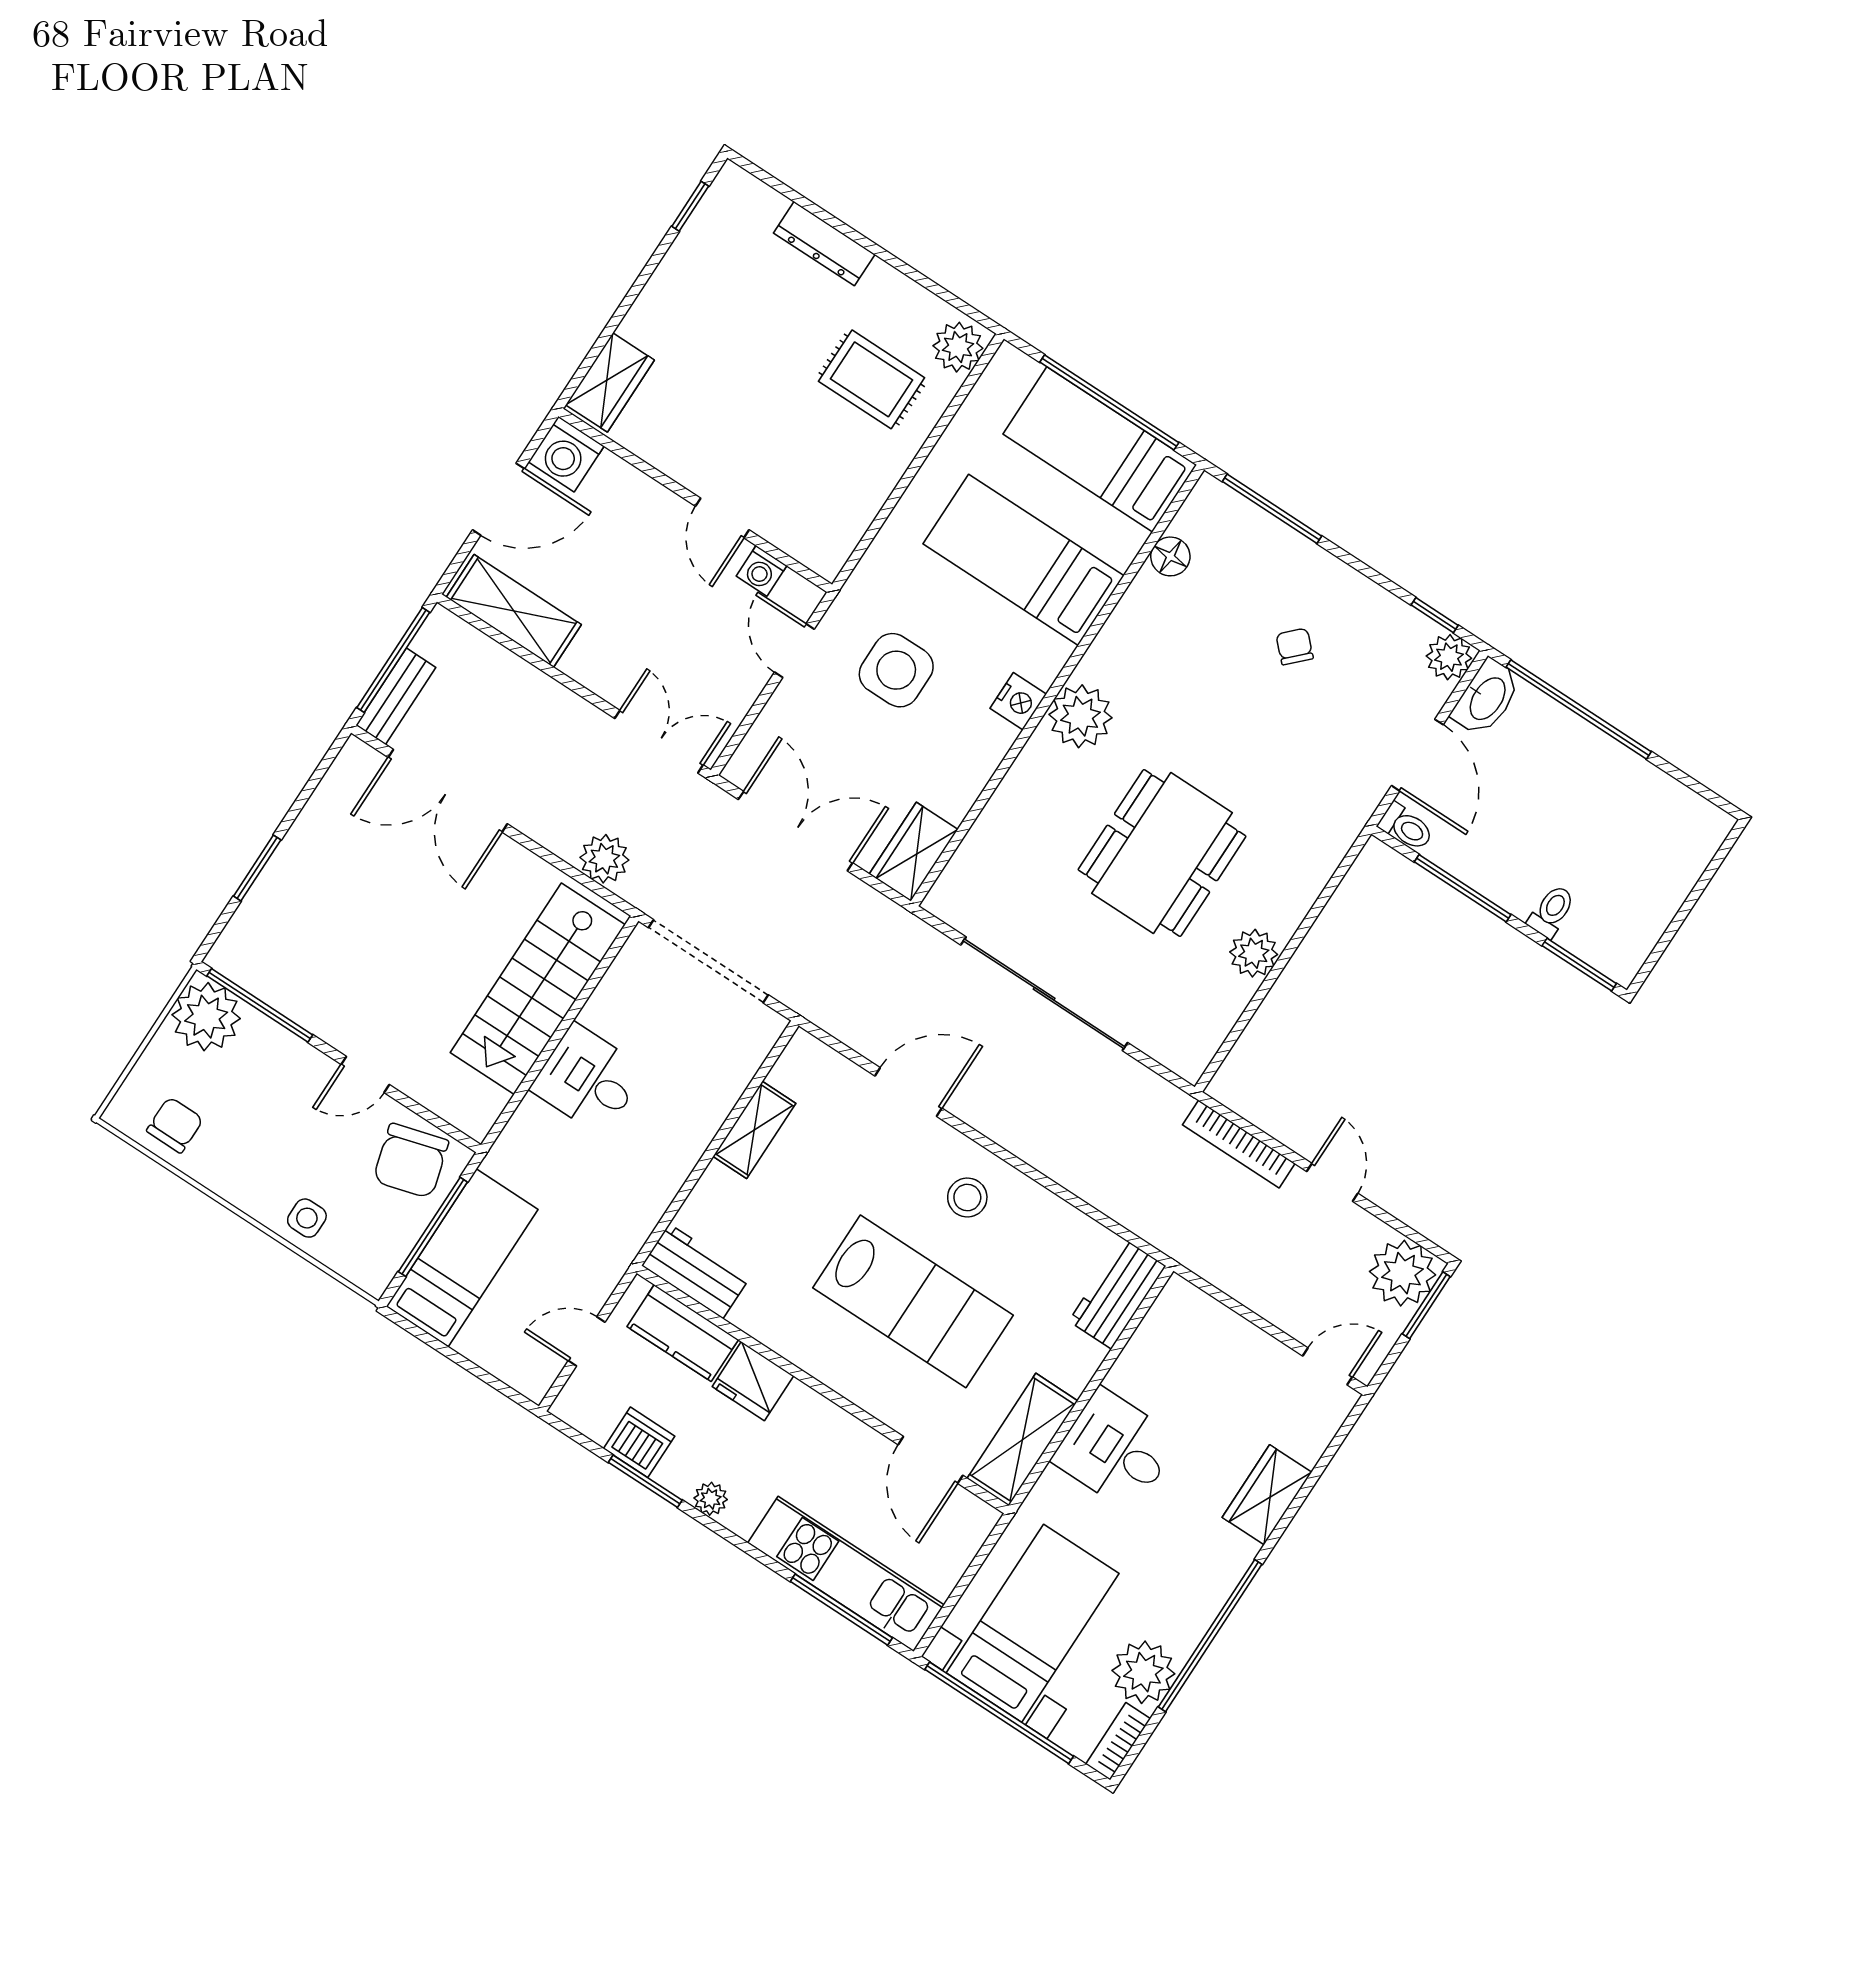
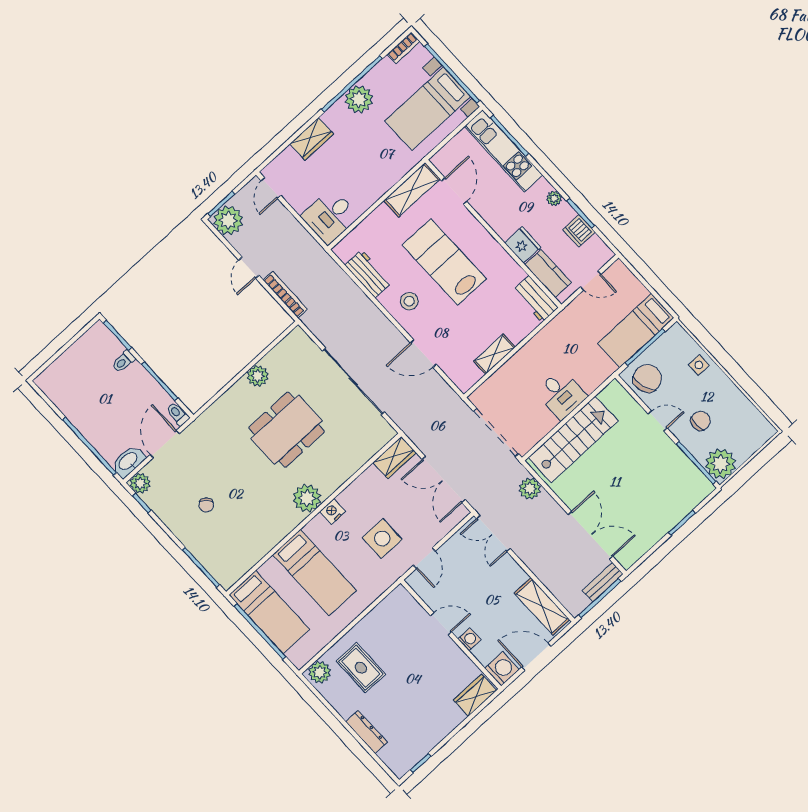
door: (722, 518) -> (441, 624), hinge flipped
floor lamp: (1170, 556) -> (250, 558), removed
washing machine: (761, 571) -> (469, 639), moved
chair: (175, 1125) -> (701, 421), moved, turned 180
workbench: (1117, 1294) -> (368, 274), moved, turned -90
door: (1328, 1366) -> (271, 188), hinge flipped
desk: (1116, 1450) -> (330, 216), moved, turned 90
plant: (1143, 1672) -> (359, 99), moved

